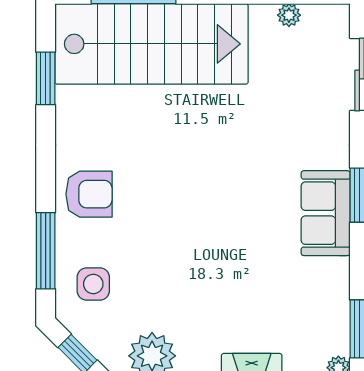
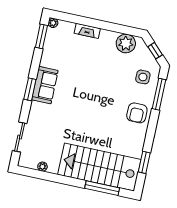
armchair: (89, 194) -> (137, 113), turned -90

